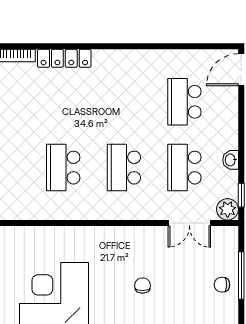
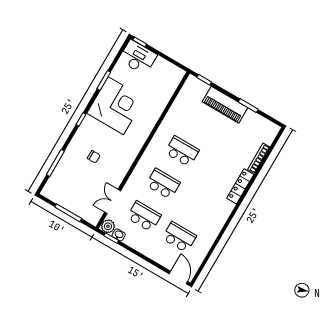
washbasin: (231, 160) -> (119, 235), moved
chair: (222, 285) -> (69, 200), removed

